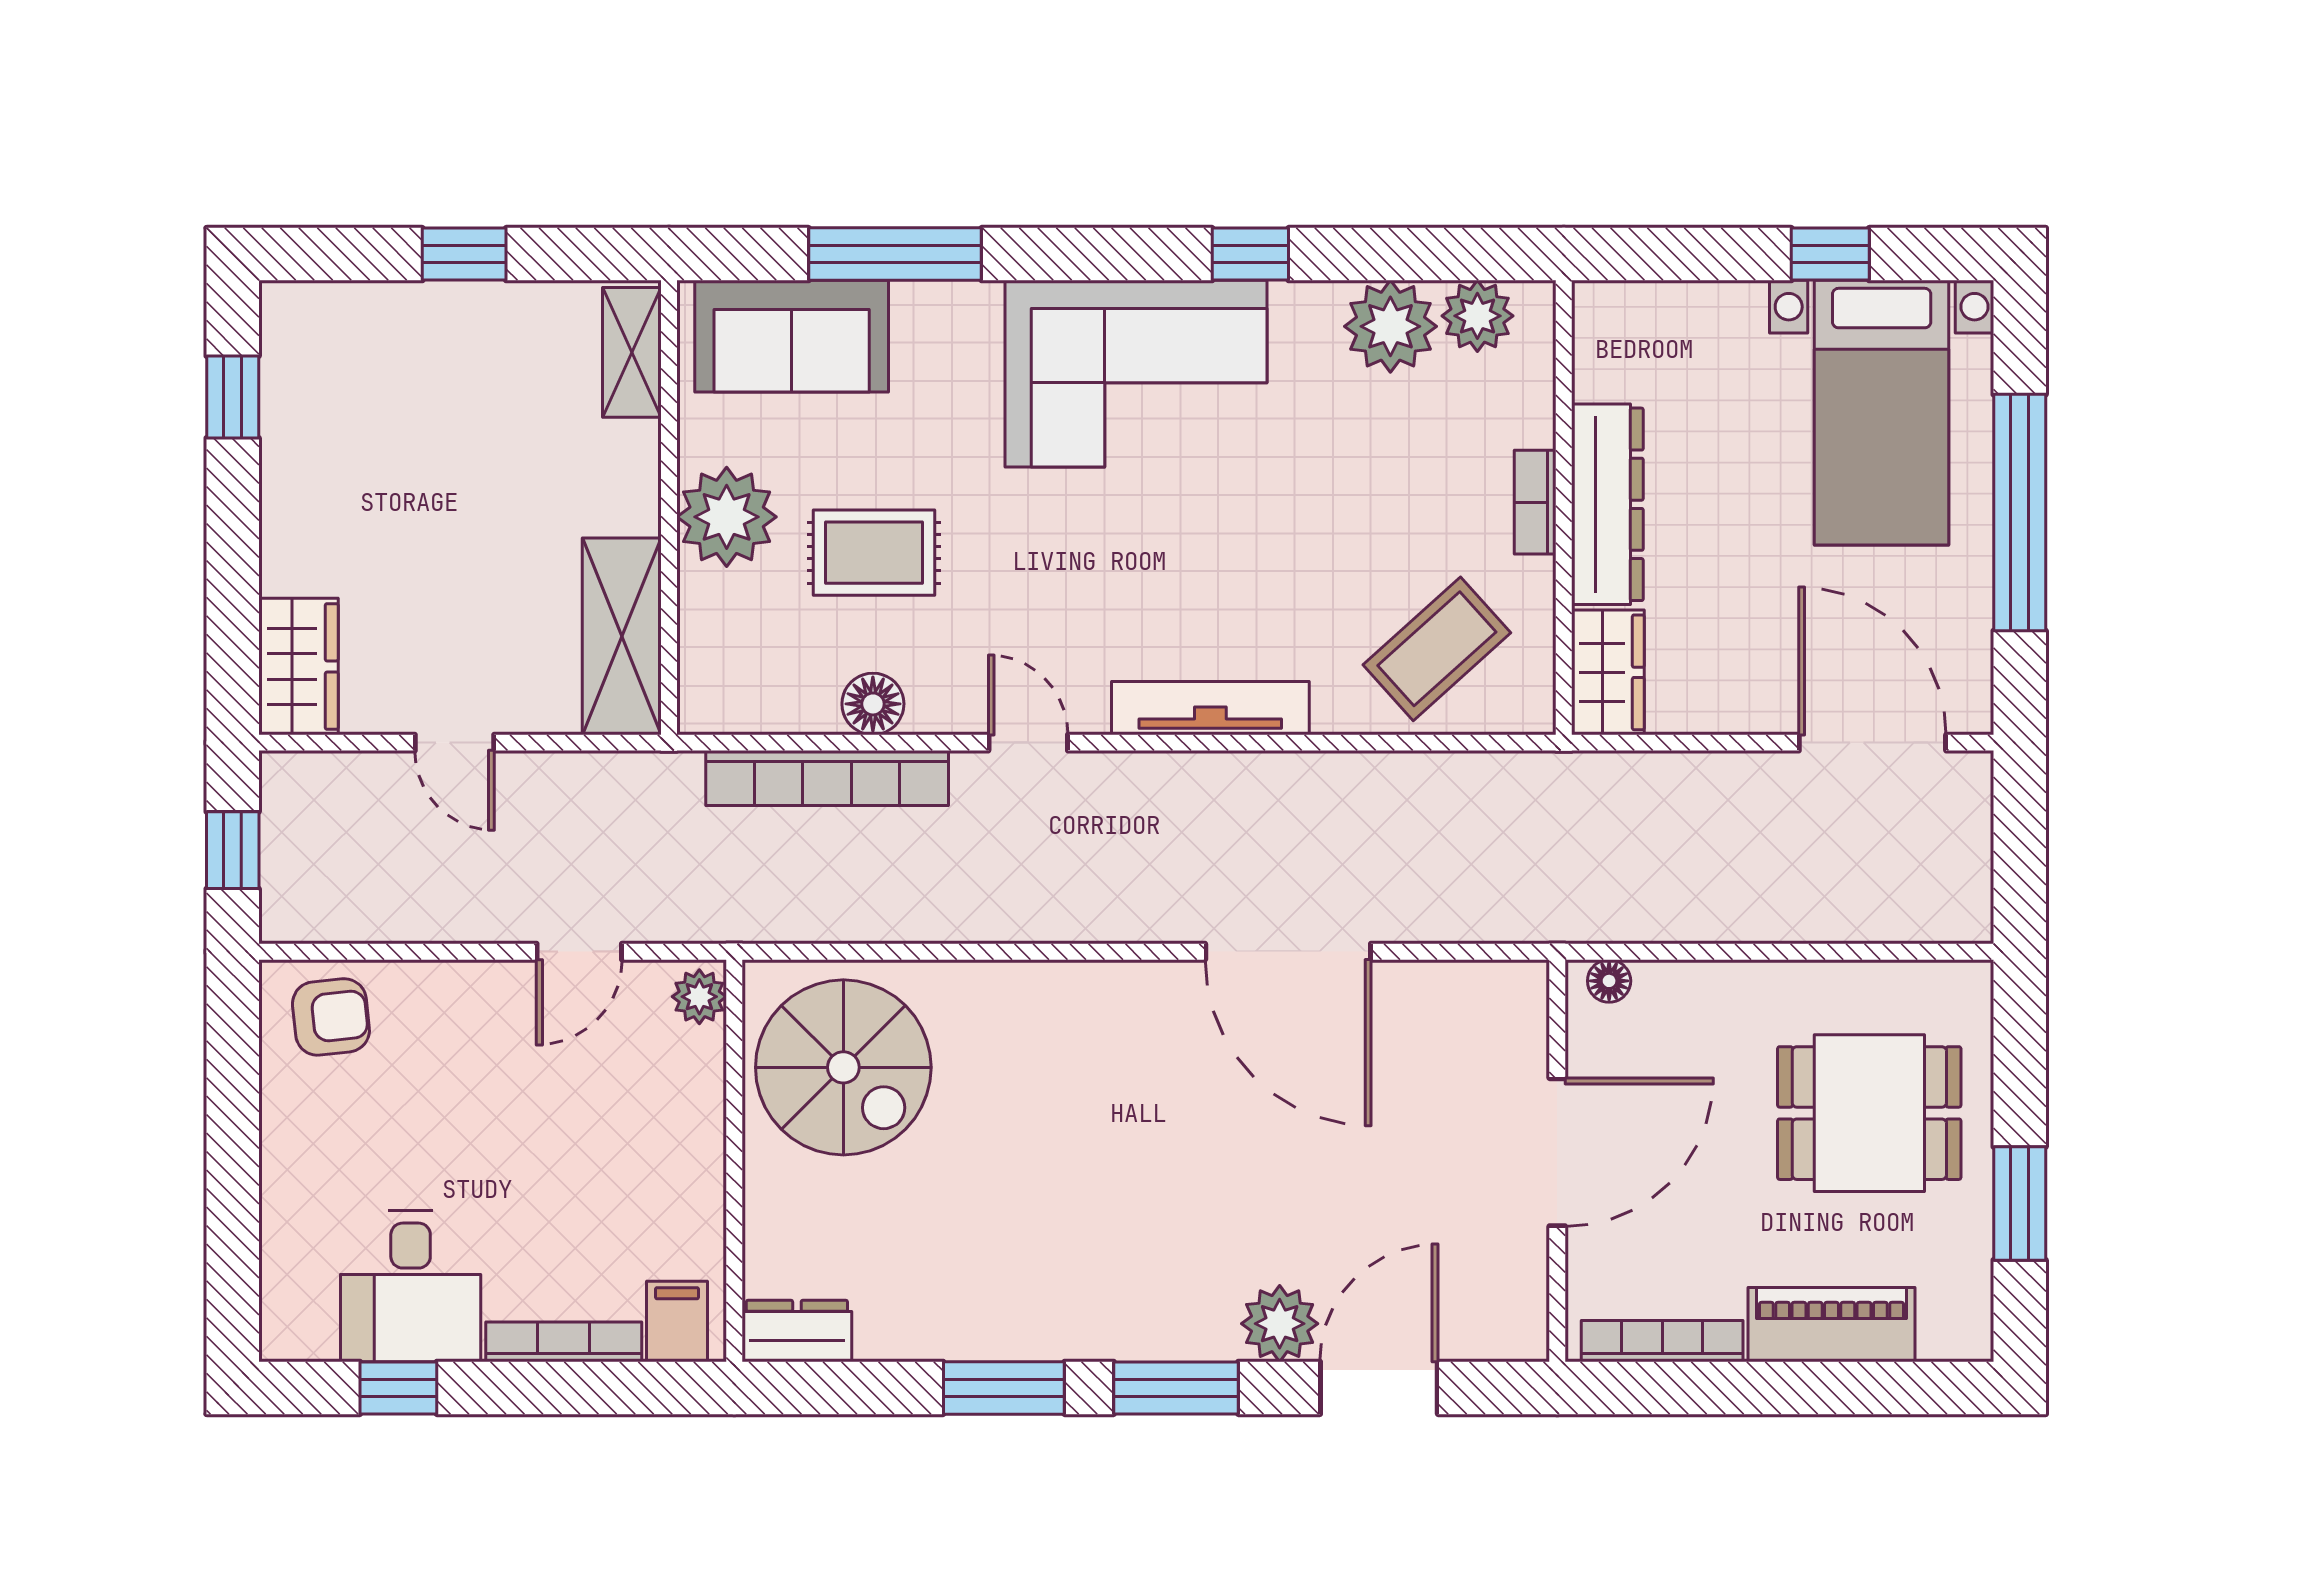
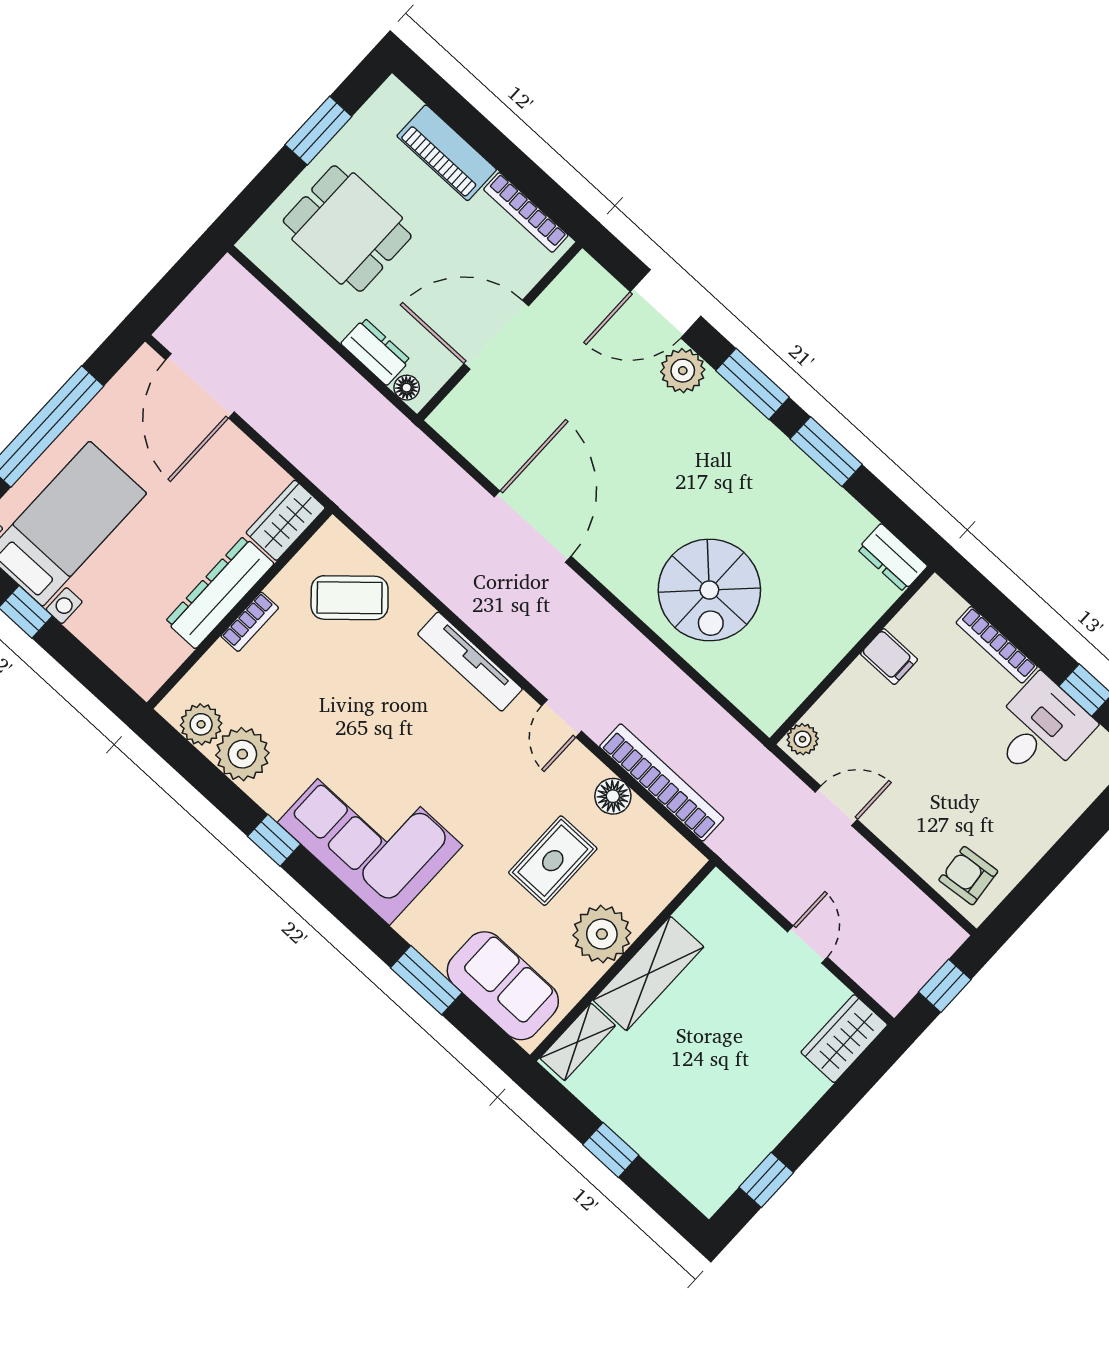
window: (895, 254) -> (426, 980), width x0.69
rug: (874, 553) -> (553, 861), turned 90
shelving: (622, 636) -> (648, 974), moved
dresser: (1690, 990) -> (376, 352), added
spiral stairs: (843, 1067) -> (709, 590), moved, turned 180
filing cabinet: (677, 1321) -> (889, 657), moved, turned -90

